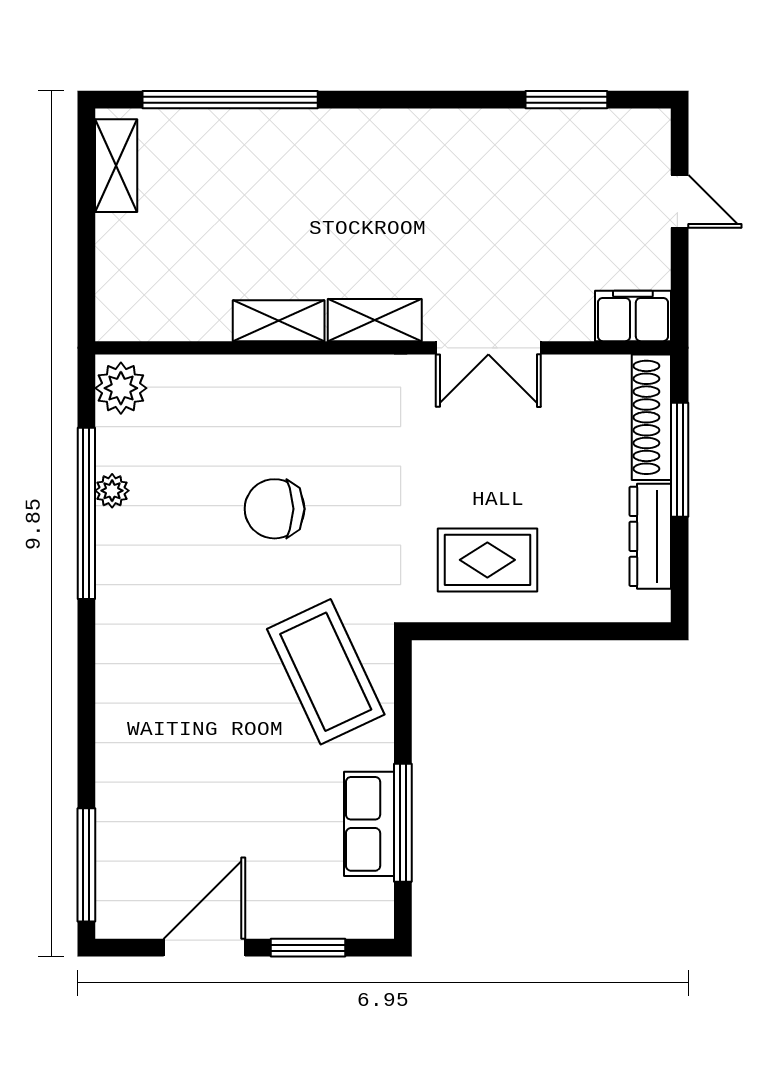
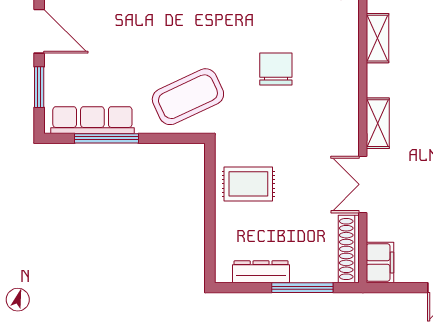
shelving: (279, 321) -> (377, 38), moved
shoe rack: (651, 417) -> (349, 249), moved, turned -90
rug: (487, 560) -> (248, 184), turned 90
row of seats: (369, 824) -> (92, 120), width x1.48

